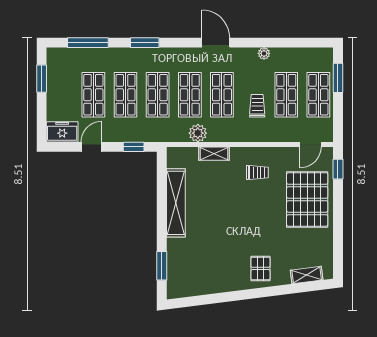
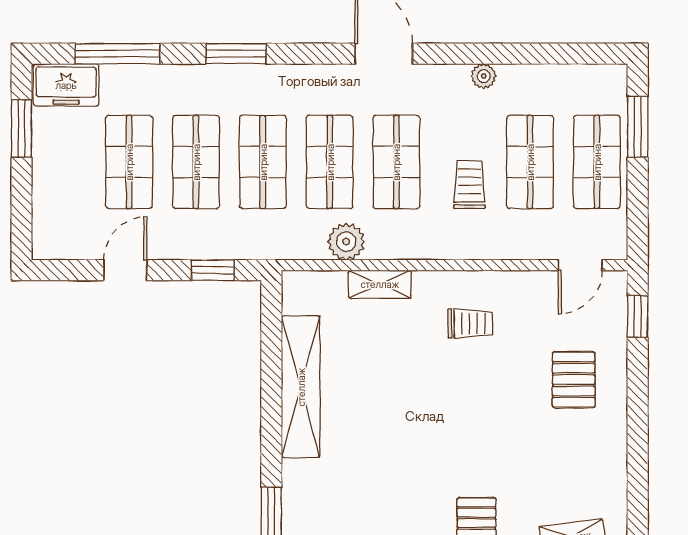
freezer: (62, 132) -> (66, 85), moved, turned 180
pallet: (307, 199) -> (574, 380), width x0.49, depth x0.50

